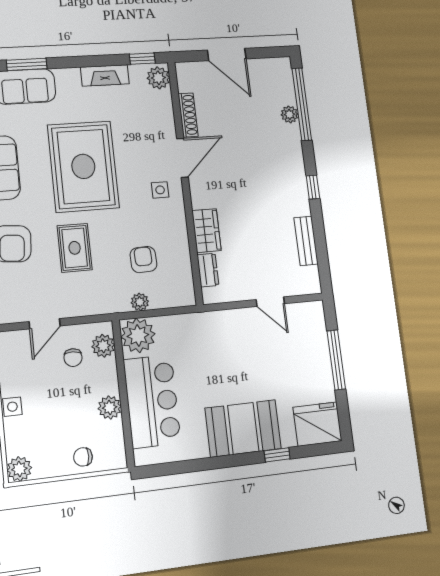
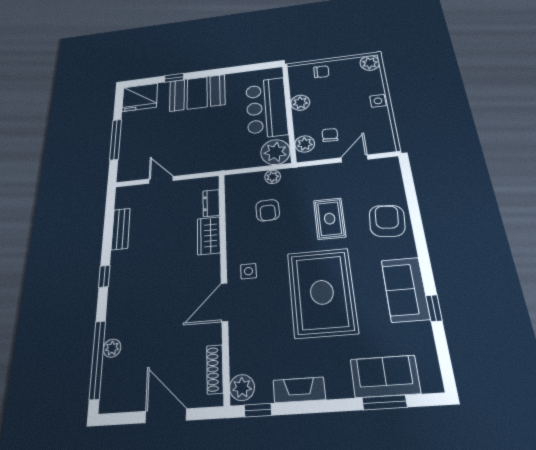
shoe rack: (188, 115) -> (215, 369), moved

